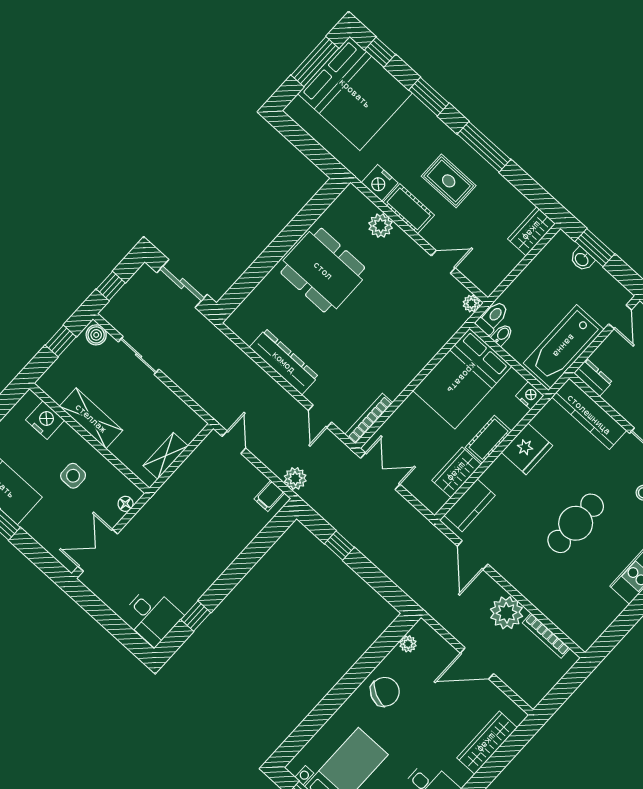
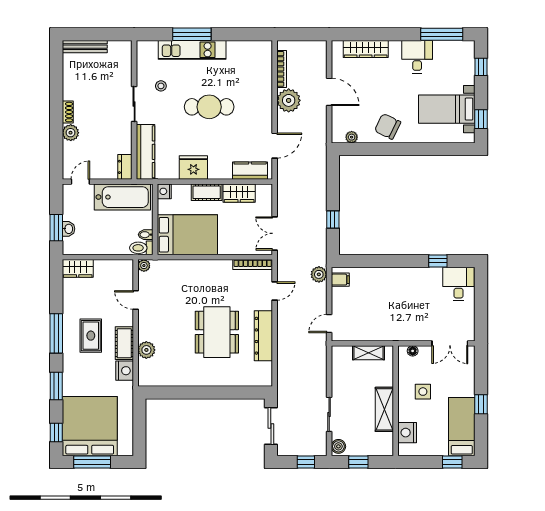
dining table: (323, 270) -> (217, 332), moved

